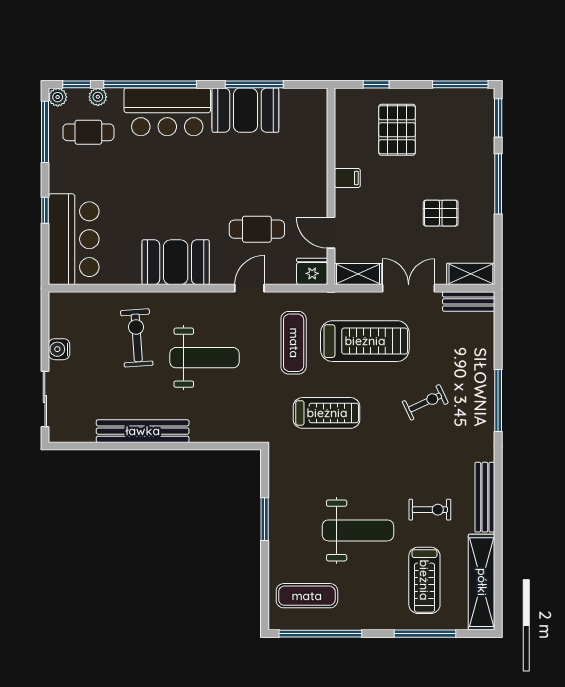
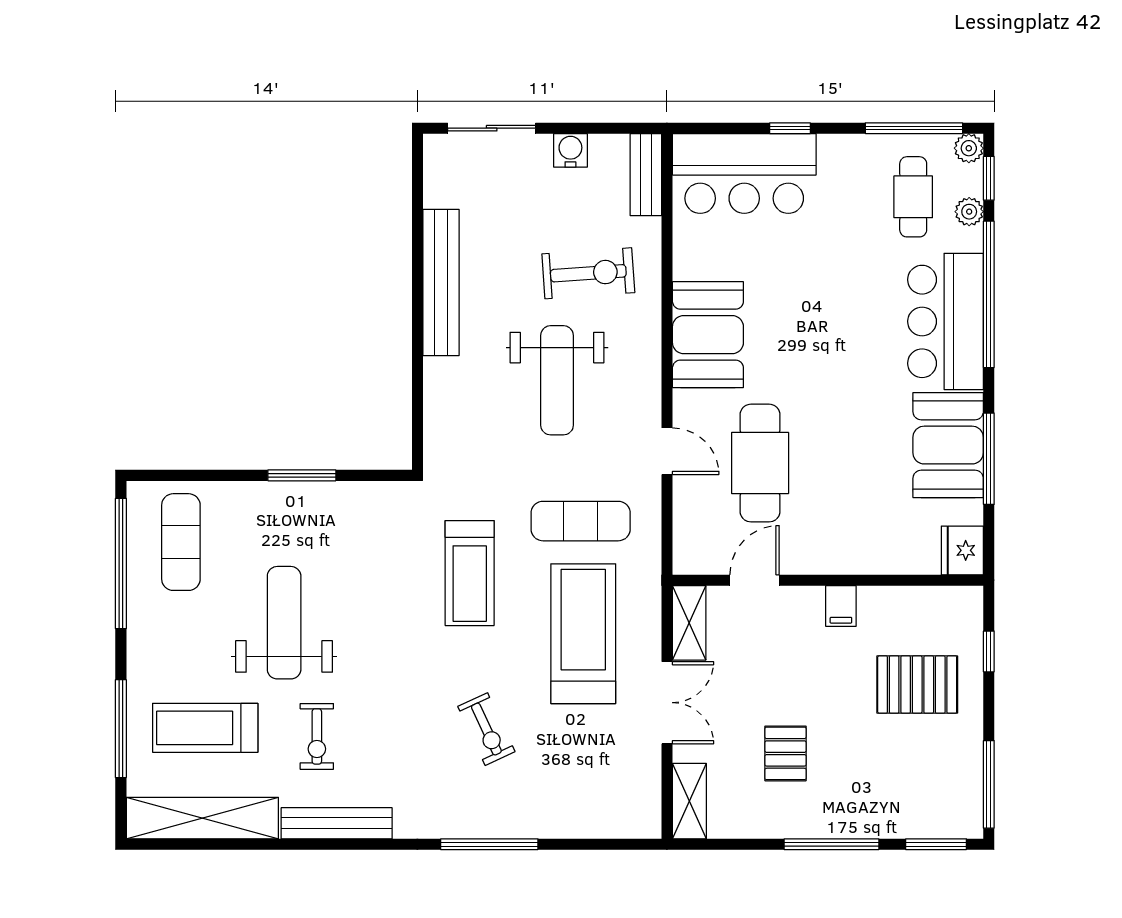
cafe table: (257, 229) -> (760, 463), width x1.37, depth x1.35
fridge: (312, 271) -> (962, 550), moved, turned 180
bench: (469, 301) -> (646, 175), moved
treadmill: (365, 341) -> (583, 634), turned 180
weight bench: (358, 530) -> (284, 623), turned 180

